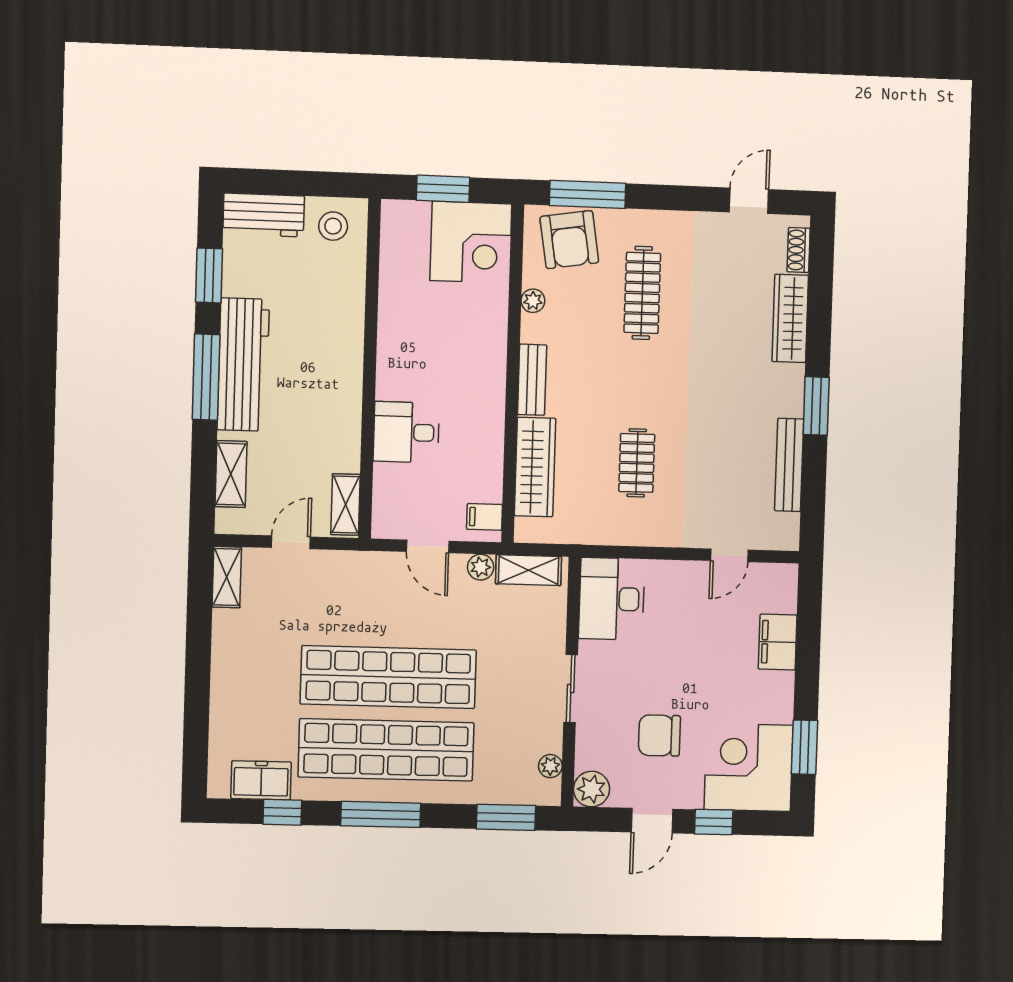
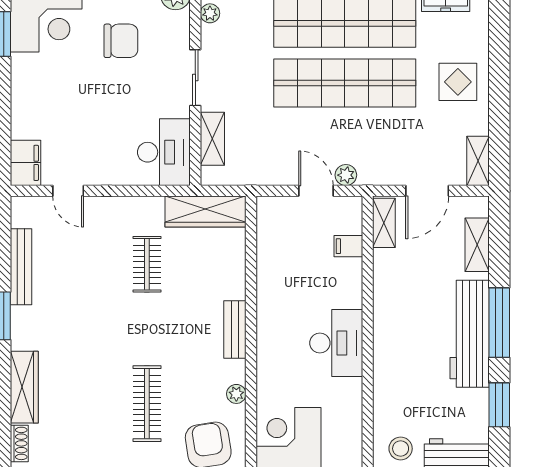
desk: (406, 432) -> (336, 343), moved, width x1.37
wardrobe: (535, 467) -> (206, 211), moved, turned -90
filing cabinet: (485, 517) -> (348, 246), moved, turned 180
door: (291, 542) -> (427, 191), width x1.38
door: (729, 555) -> (68, 191), swing flipped
plant: (481, 567) -> (346, 175), moved
shelving: (529, 570) -> (212, 139), moved, turned 90
filing cabinet: (778, 642) -> (25, 163), moved
display table: (249, 675) -> (458, 82), added

